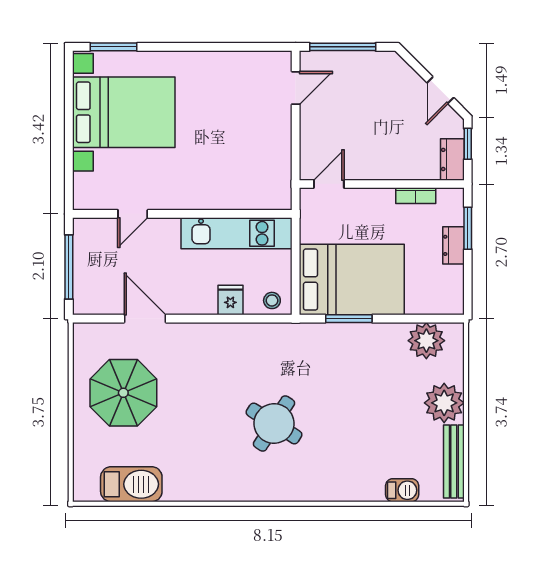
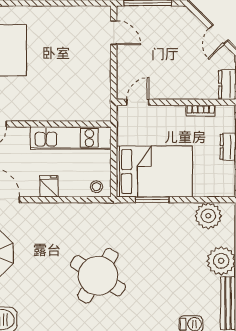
door: (296, 88) -> (114, 33), hinge flipped
fridge: (230, 300) -> (49, 186), moved
round table: (274, 423) -> (98, 276), width x1.36, depth x1.36

